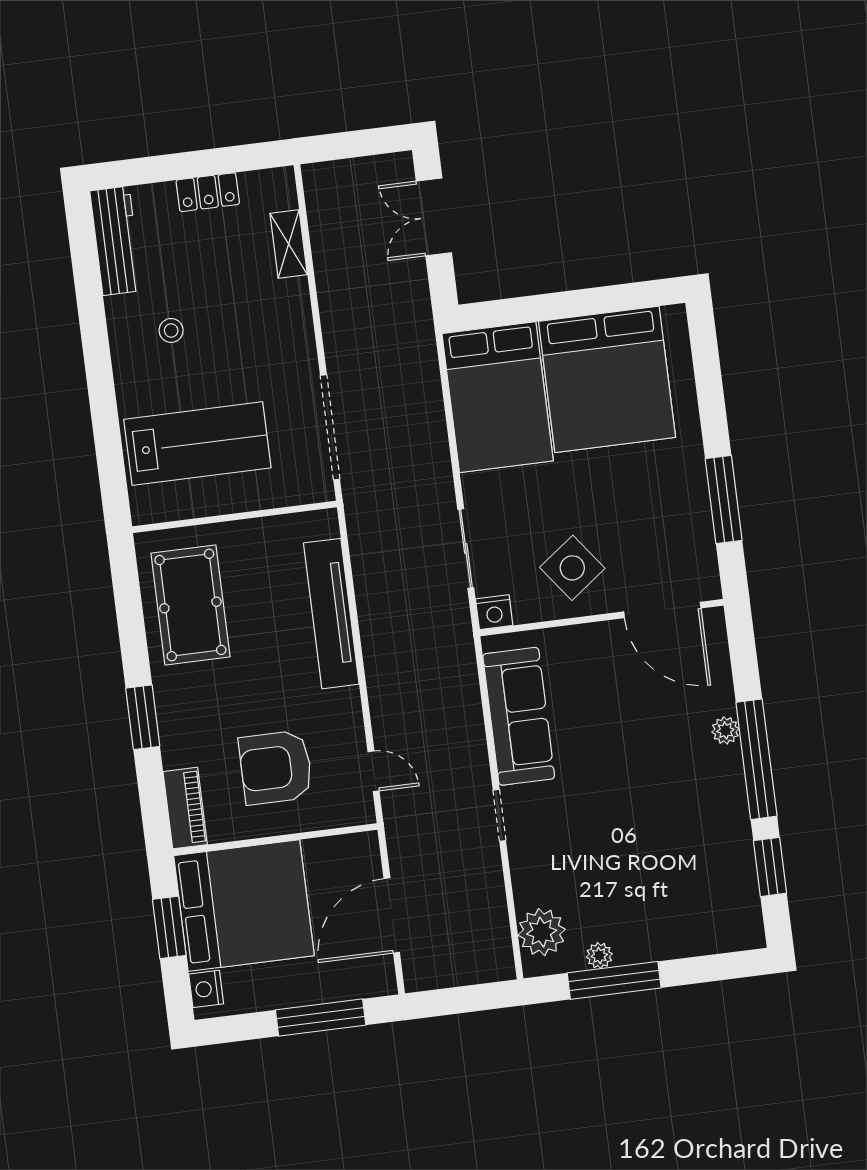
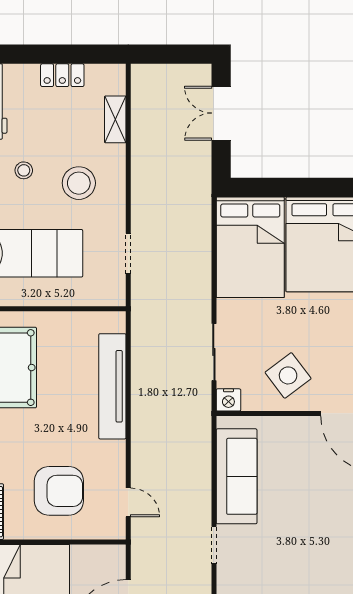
stool: (249, 338) -> (79, 183), added
doorway: (330, 427) -> (128, 254), width x0.53
armchair: (276, 767) -> (59, 491), turned 180

